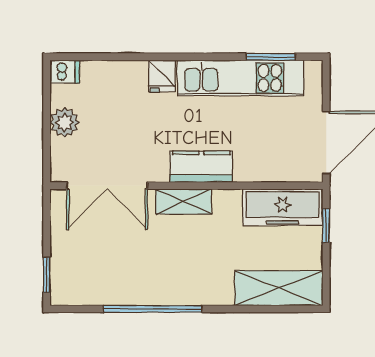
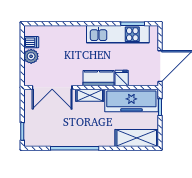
dishwasher: (65, 72) -> (31, 42), moved
fridge: (162, 76) -> (122, 78), moved, turned 180
freezer: (282, 207) -> (131, 100), width x1.36, depth x1.26

